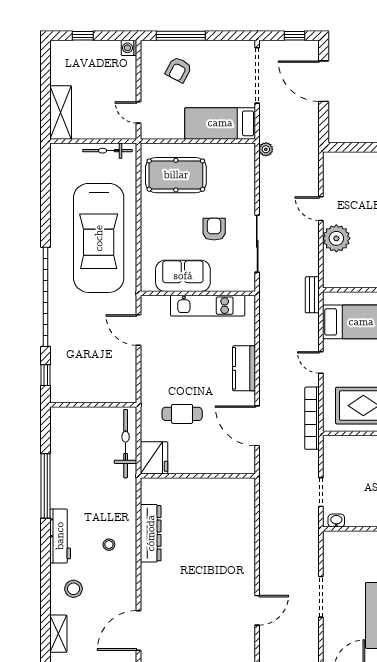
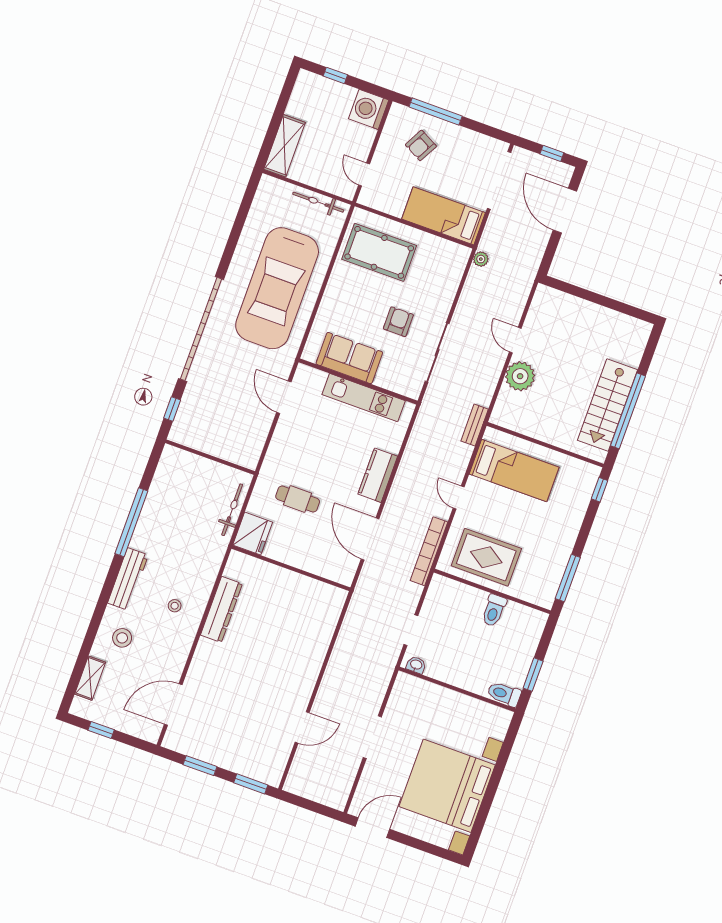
washing machine: (129, 48) -> (369, 109), width x1.89, depth x1.89
bicycle: (126, 444) -> (232, 510), width x0.73, depth x0.71

